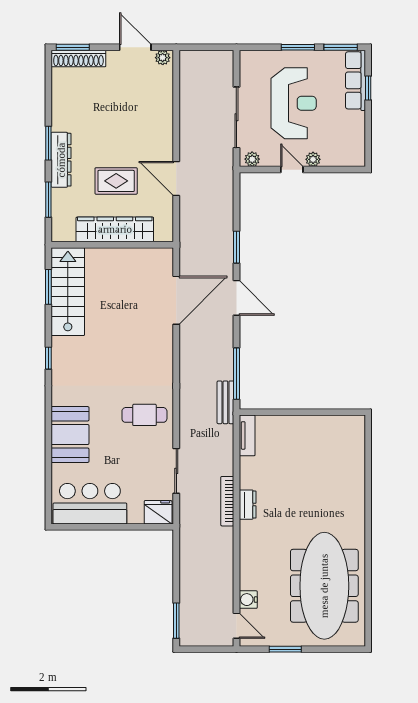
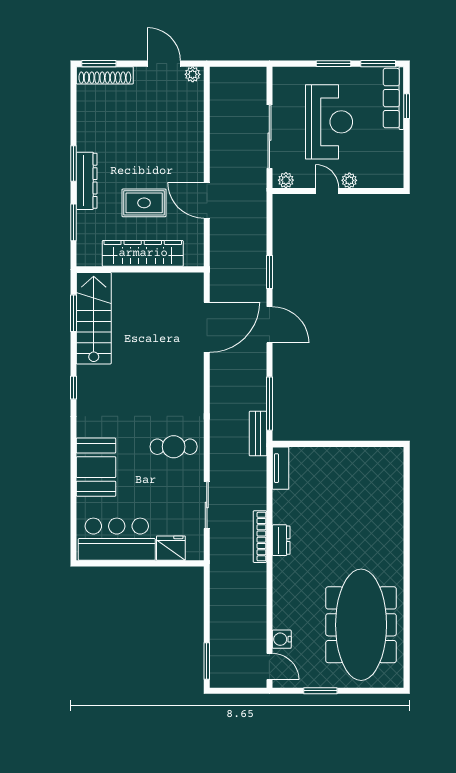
fridge: (158, 512) -> (171, 548), moved

